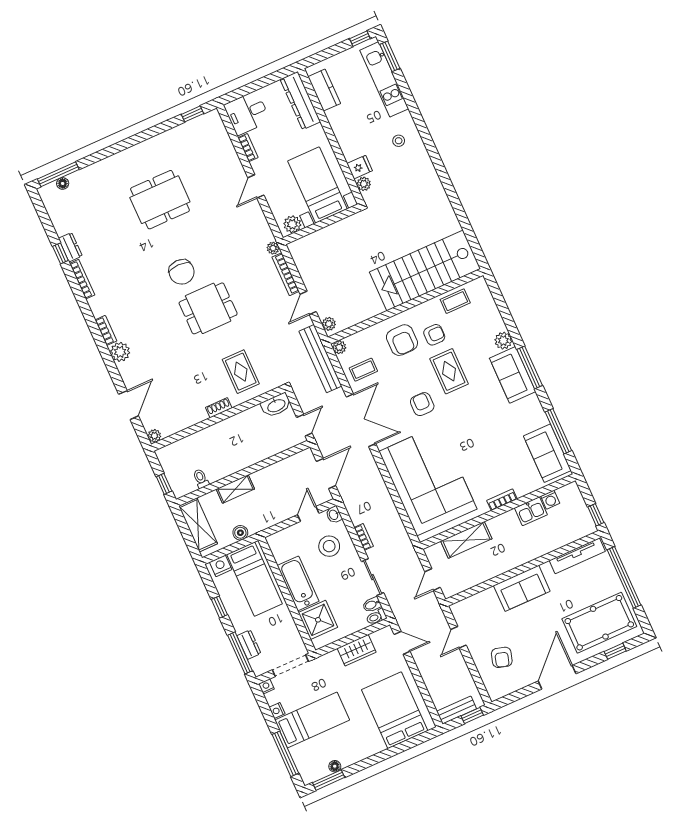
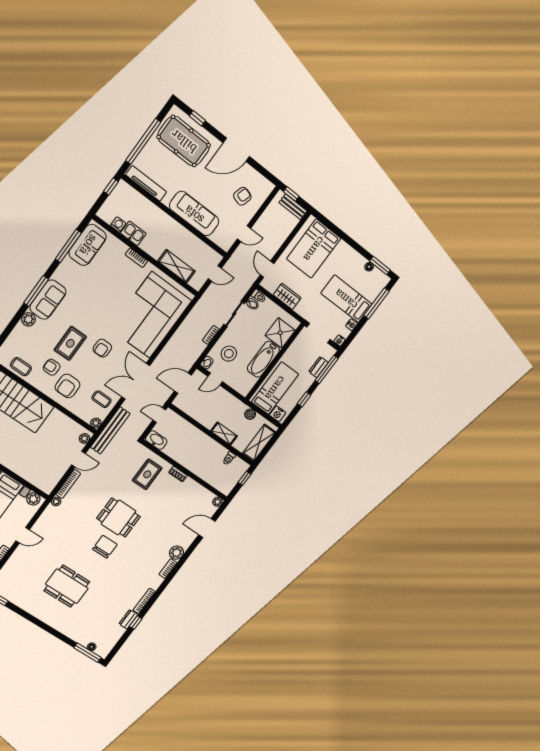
armchair: (402, 340) -> (68, 386), turned 180
sofa: (522, 588) -> (194, 214), width x1.36

